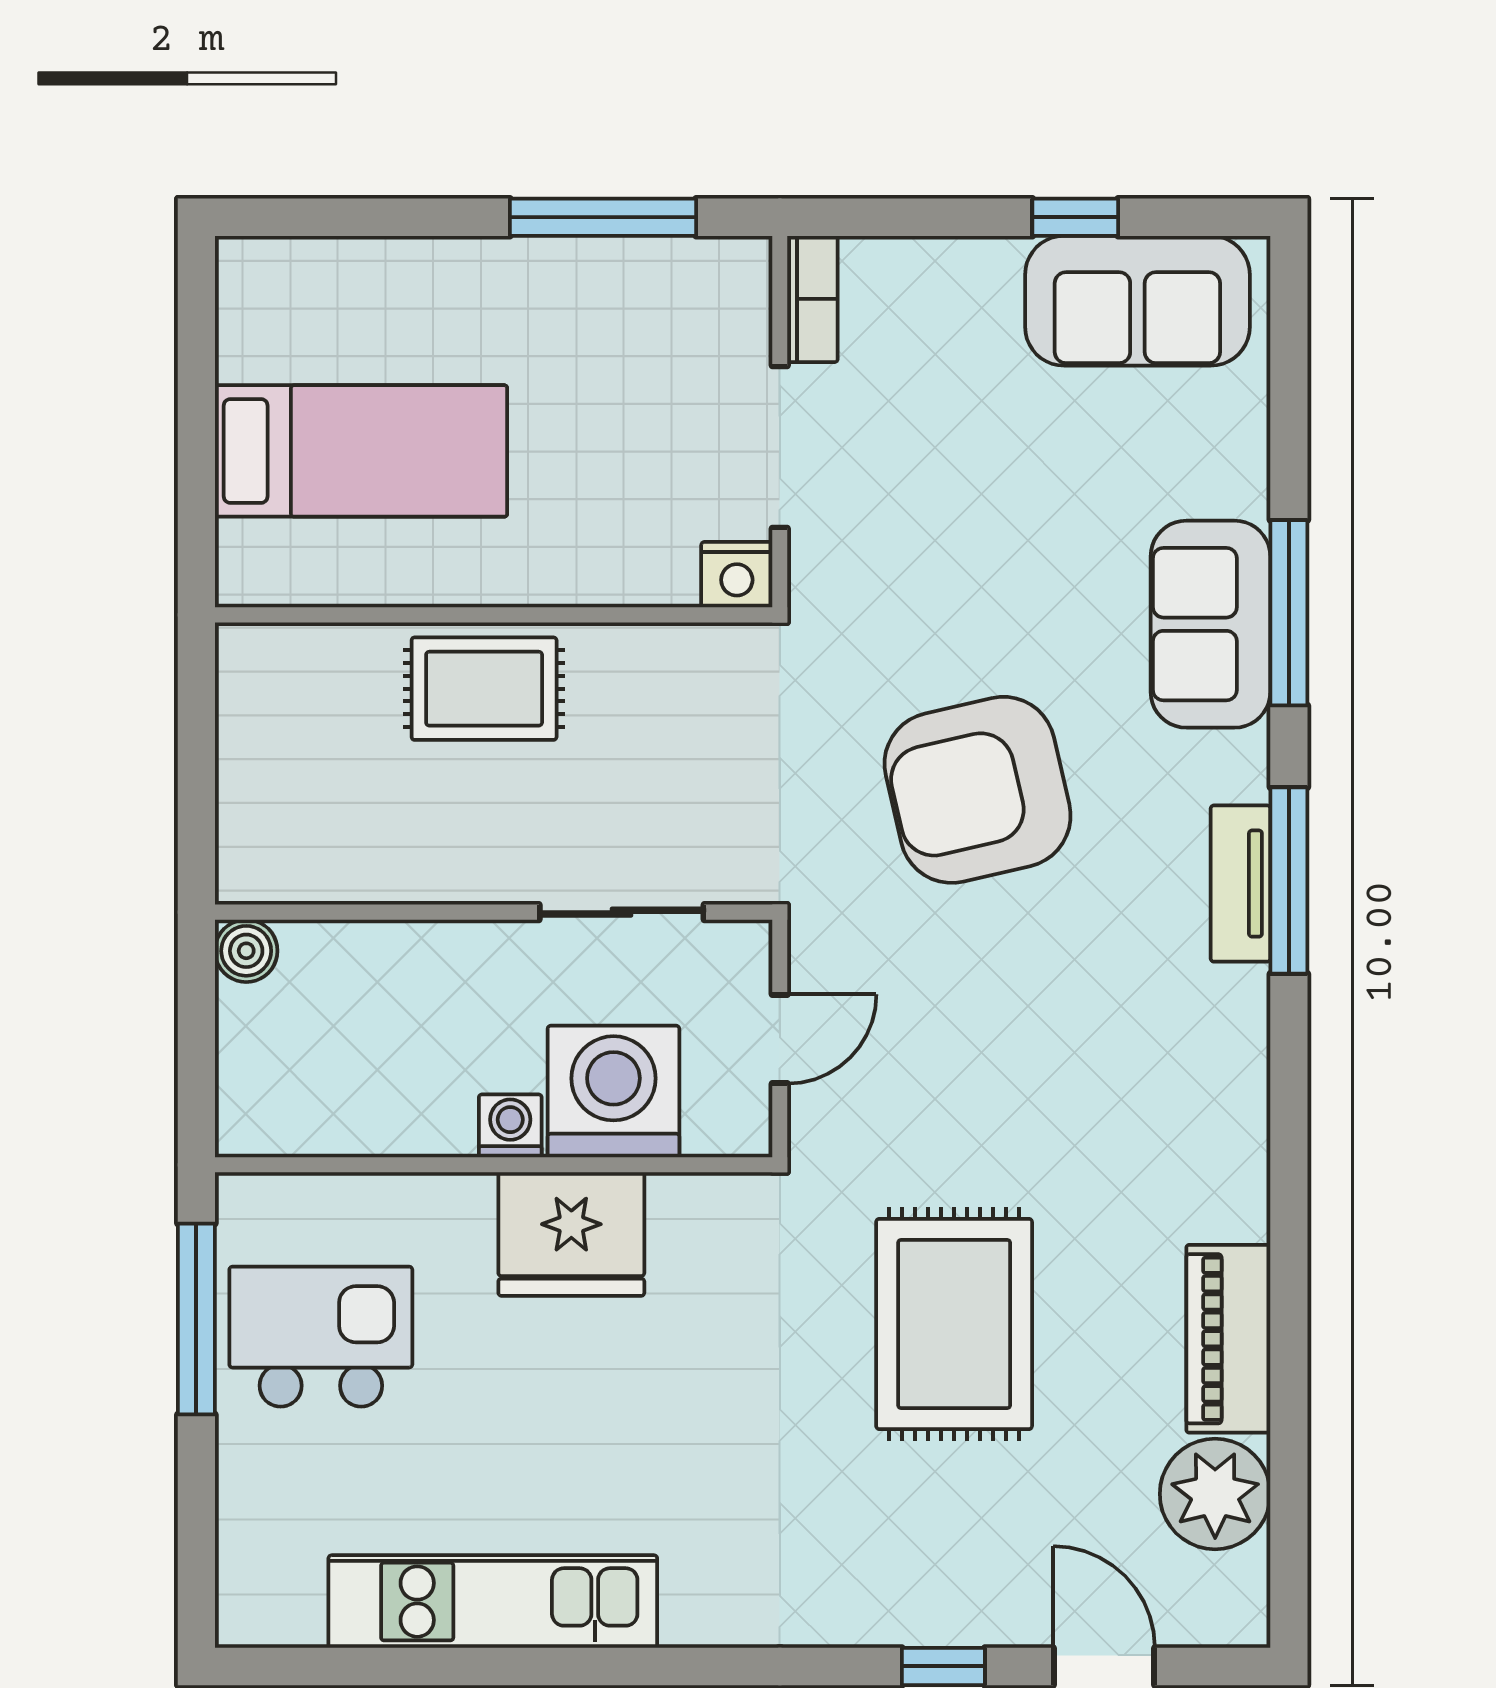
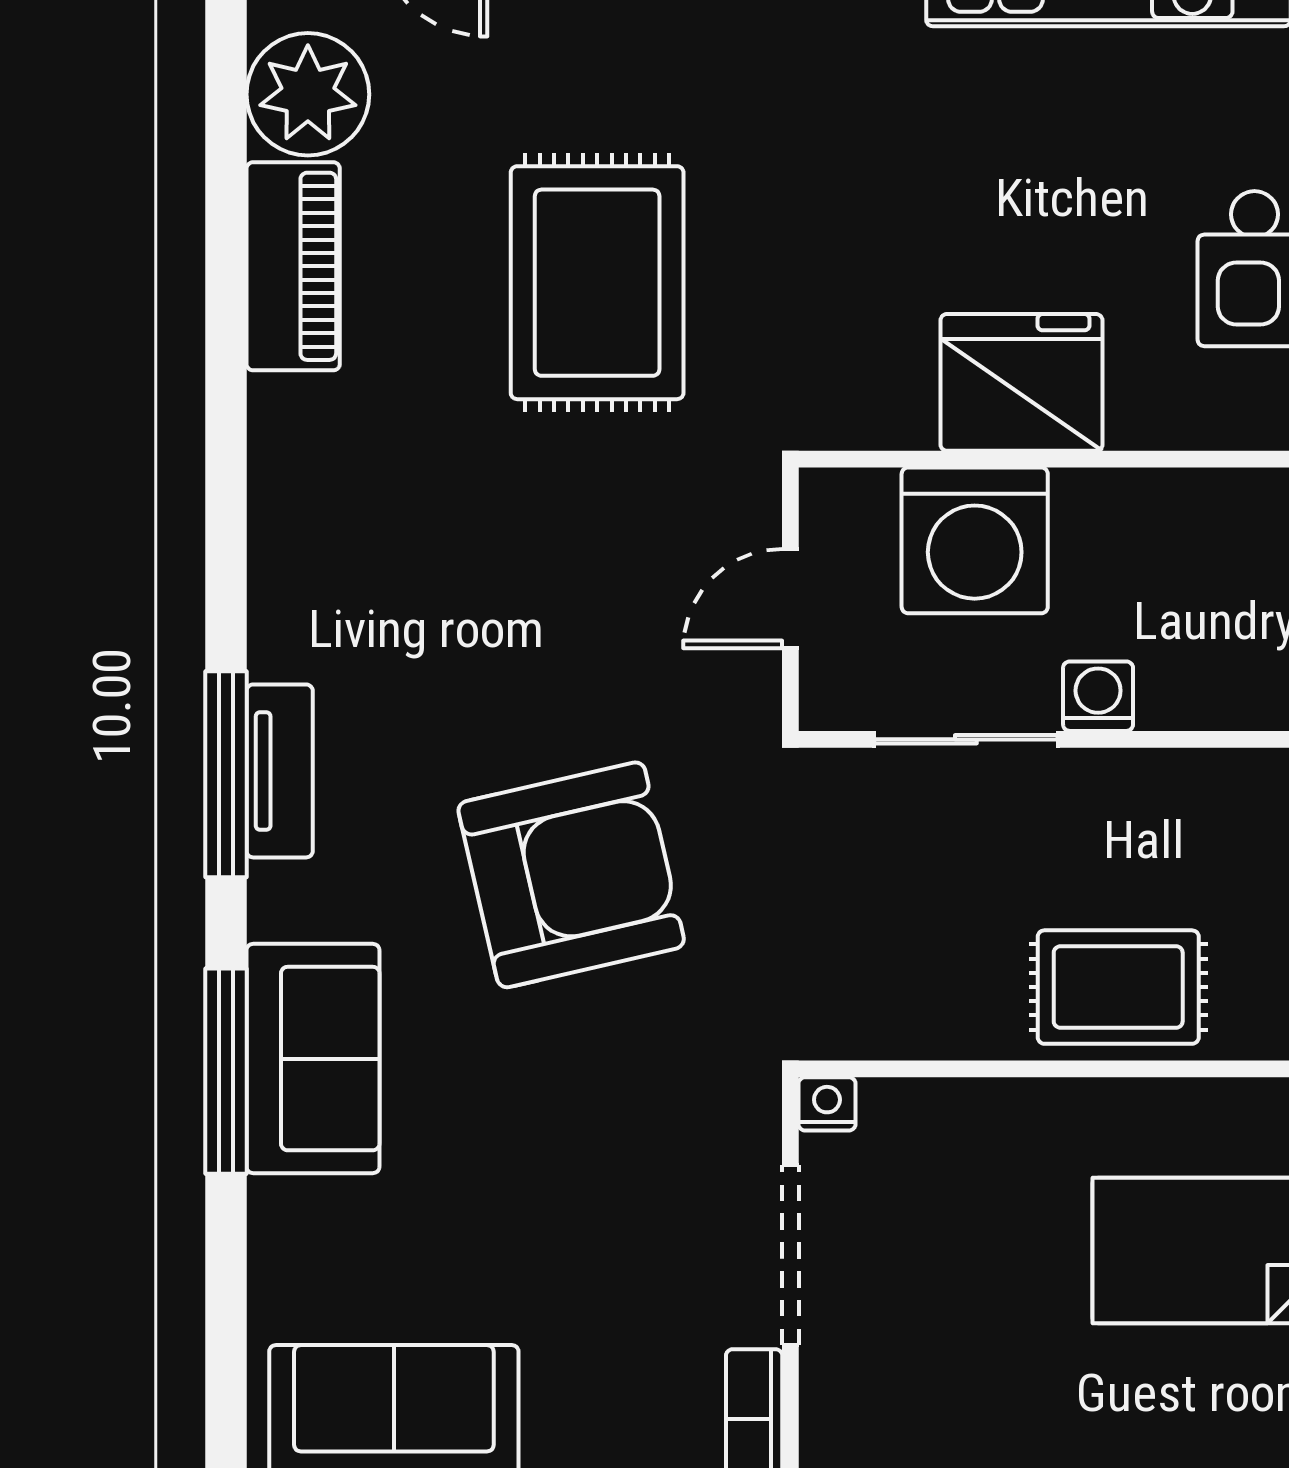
nightstand: (737, 575) -> (827, 1104), width x0.72, depth x0.74
washing machine: (510, 1126) -> (1098, 696), moved, turned 180

